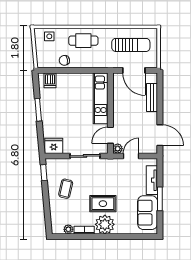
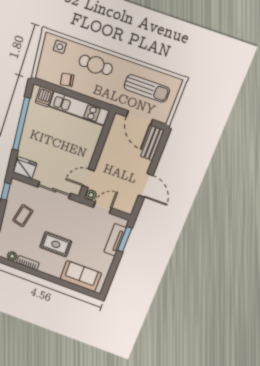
bench: (152, 97) -> (152, 143), moved
kitchen unit: (101, 98) -> (79, 109), moved, turned -90
window: (38, 110) -> (21, 124), width x2.11
door: (160, 135) -> (146, 185), moved
window: (160, 199) -> (125, 239), moved
sofa: (148, 213) -> (81, 276), moved, turned 90
plant: (105, 224) -> (50, 265), removed

